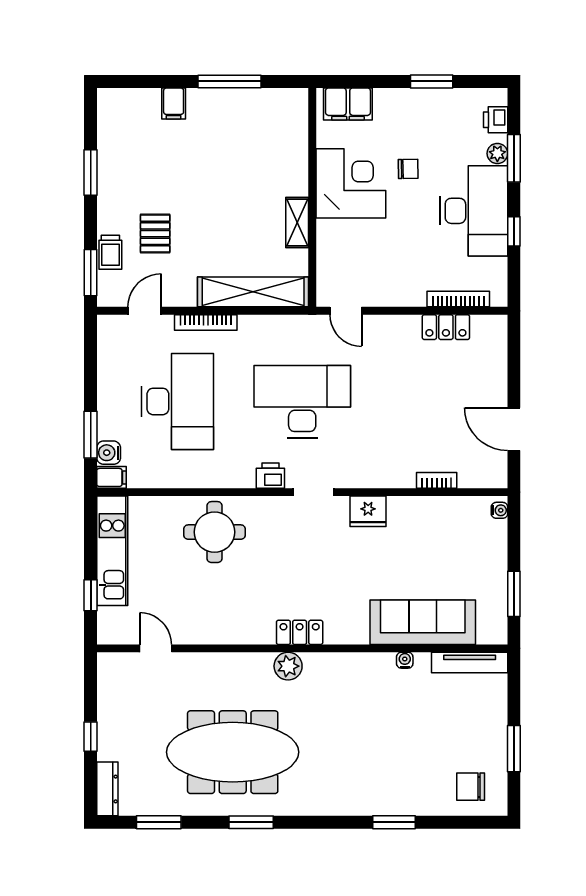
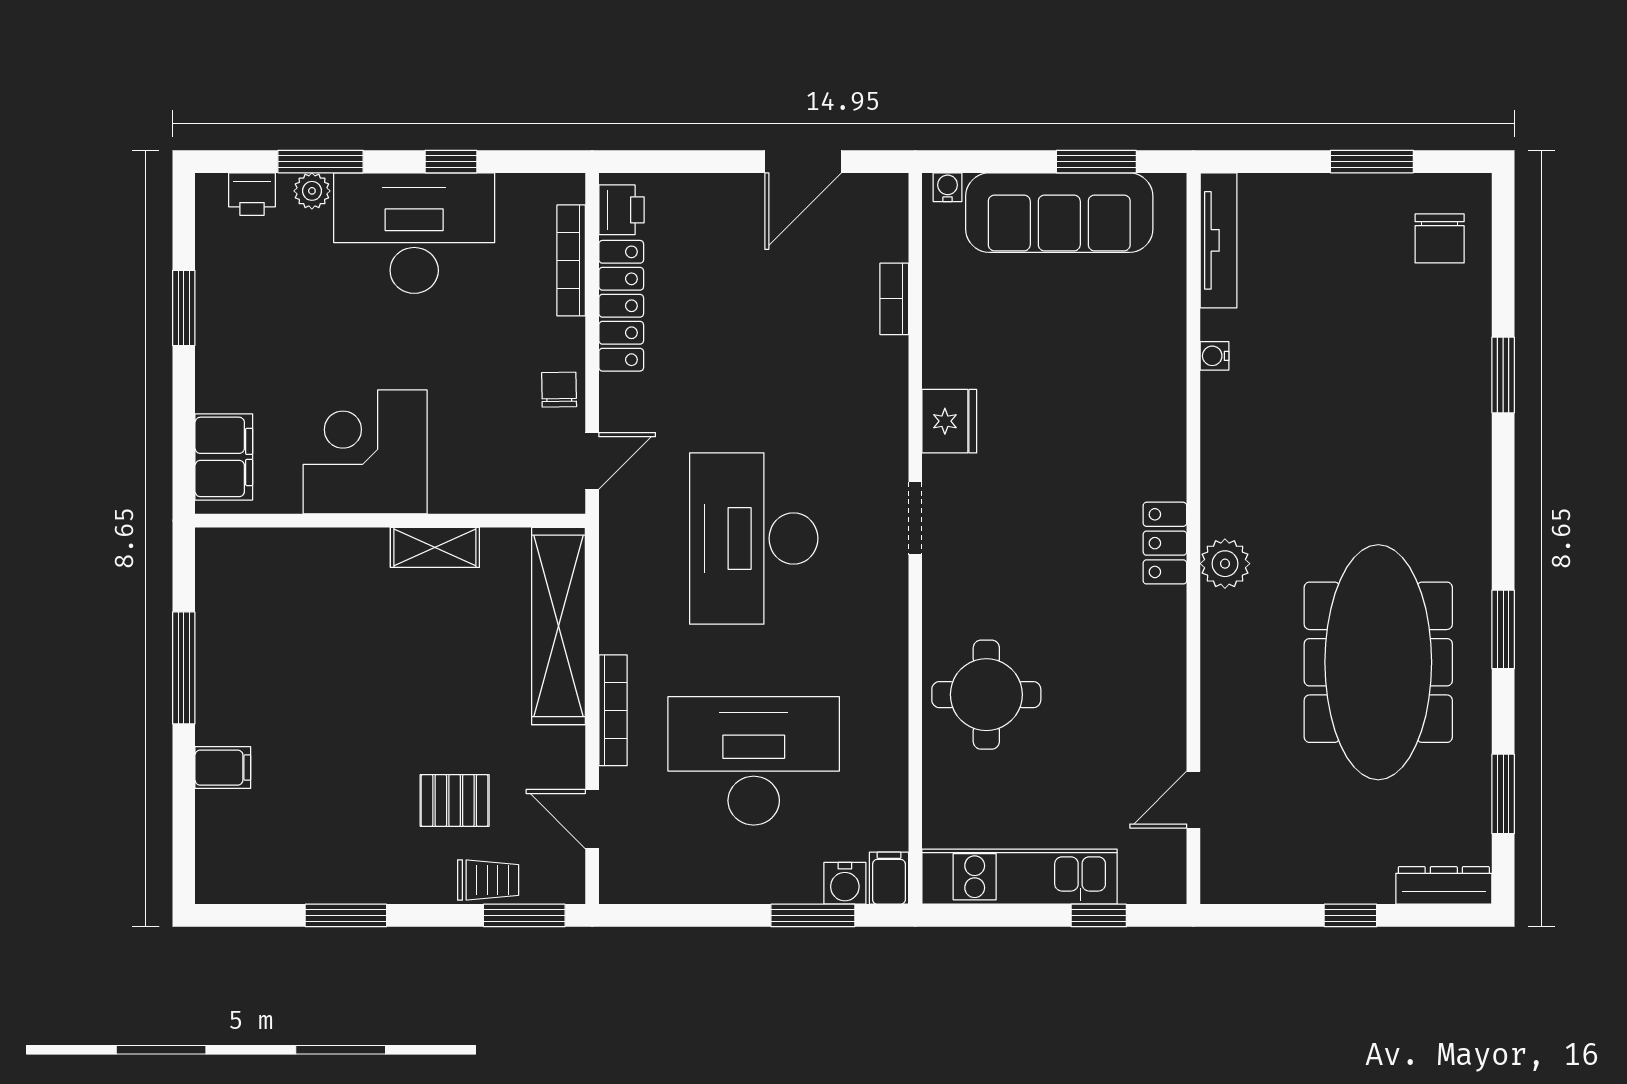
chair: (408, 169) -> (559, 390), moved
locker: (446, 327) -> (621, 306), width x1.53
printer: (270, 476) -> (622, 210), moved, turned 180
sofa: (423, 622) -> (1059, 213), moved, turned -90

